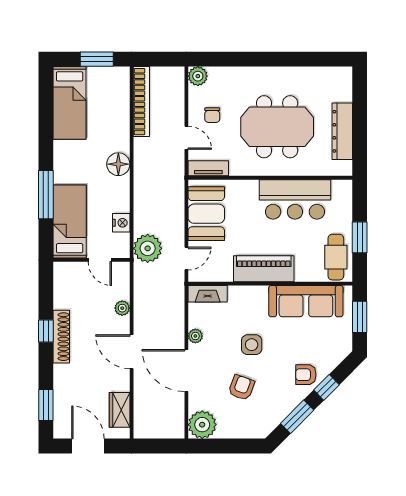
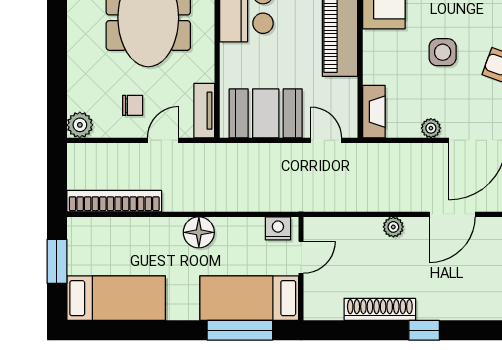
bed: (70, 222) -> (249, 298), moved
plant: (148, 248) -> (313, 193), removed
wall: (91, 260) -> (301, 269), moved
door: (100, 260) -> (301, 257), moved
shoe rack: (61, 337) -> (380, 309), moved

